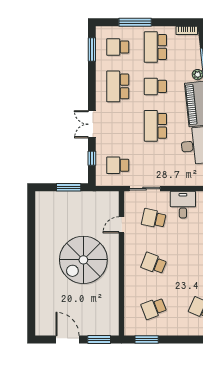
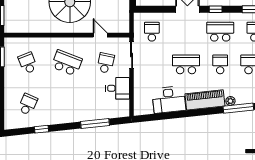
window: (92, 158) -> (216, 9), moved
school desk: (154, 263) -> (67, 63), width x1.85

